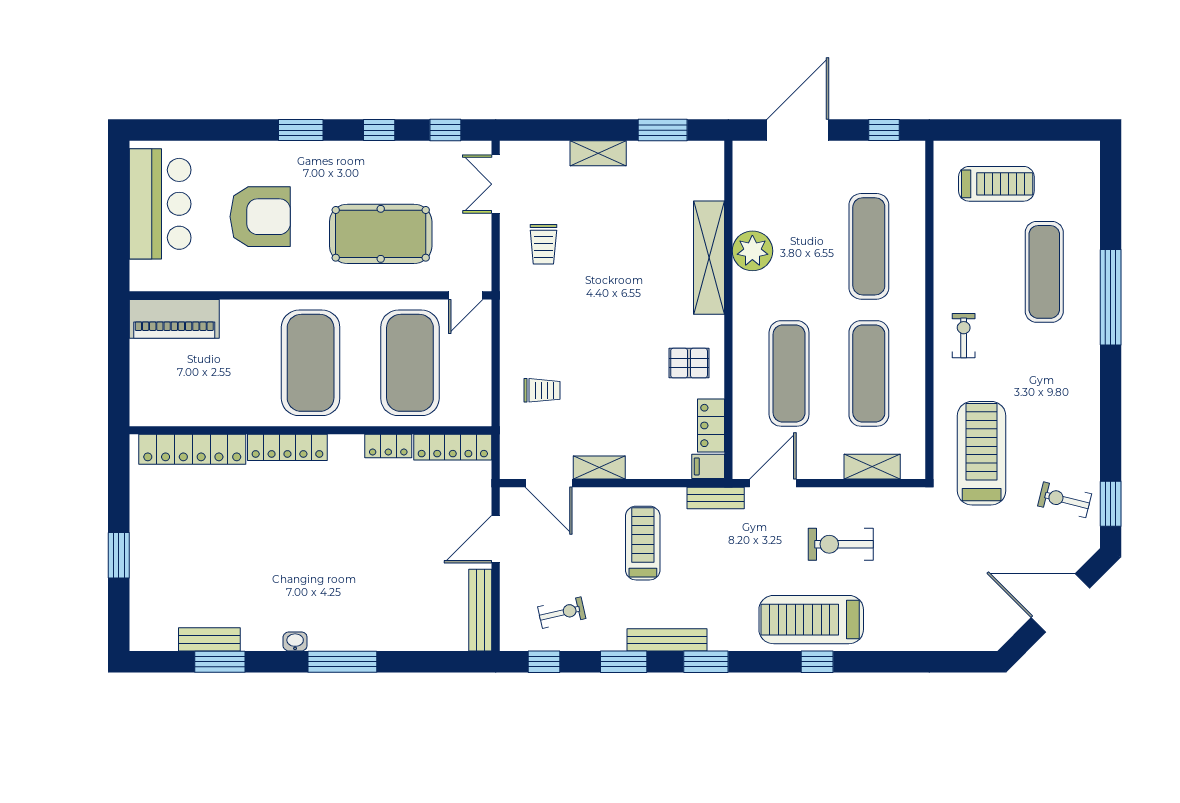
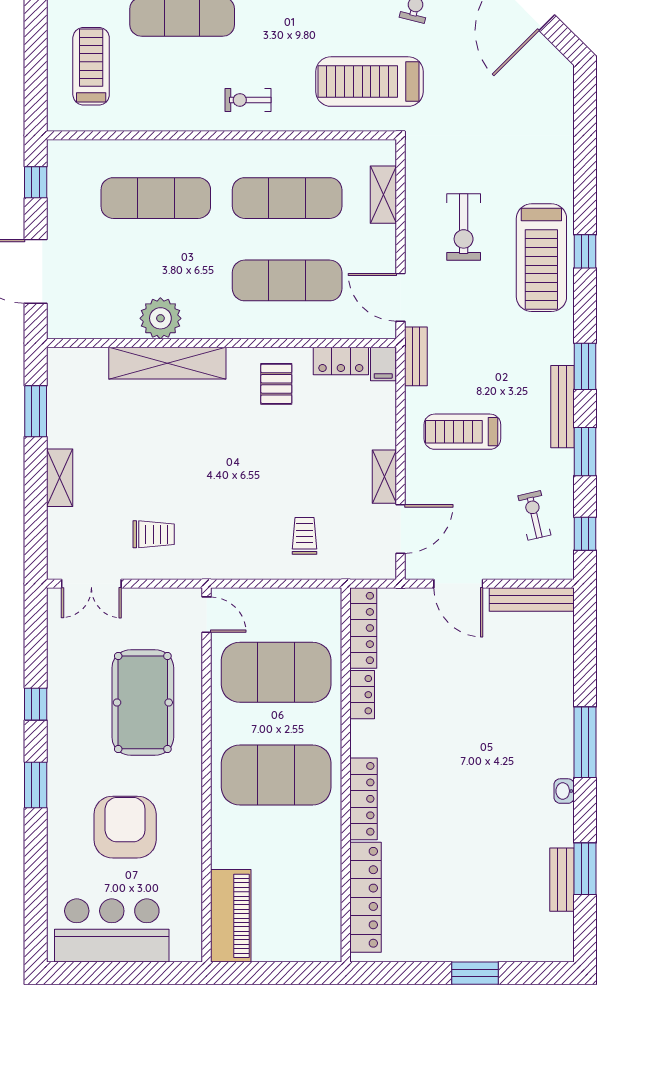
window: (445, 130) -> (36, 636), removed

